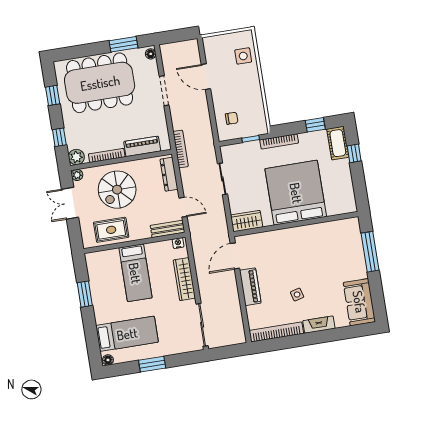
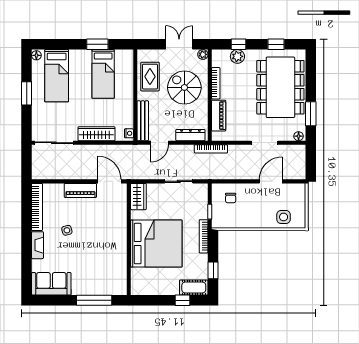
plant: (76, 157) -> (237, 56), moved
bench: (168, 229) -> (143, 121), width x1.36
bed: (135, 273) -> (103, 74), moved, turned -90

